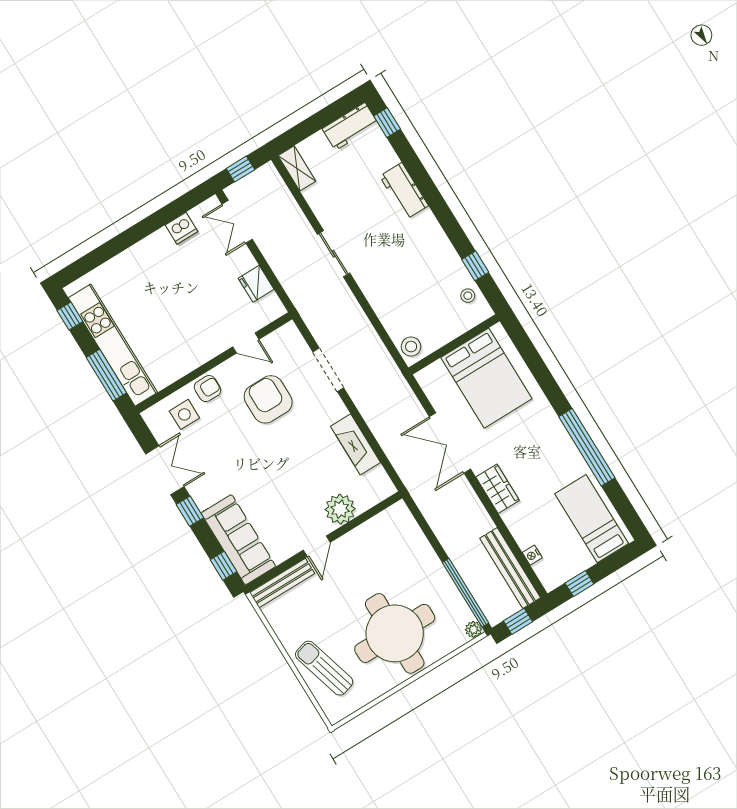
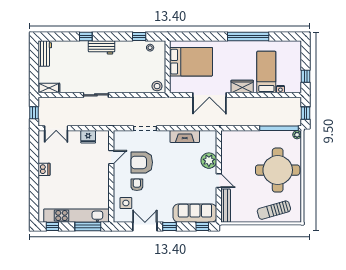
window: (387, 123) -> (86, 36), moved
workbench: (404, 191) -> (102, 47), moved
dishwasher: (181, 228) -> (44, 169), moved
armchair: (208, 389) -> (137, 185), moved
bed: (592, 519) -> (266, 72), moved, turned 90
bench: (510, 568) -> (280, 102), removed

